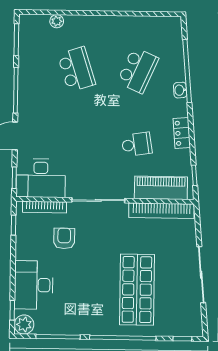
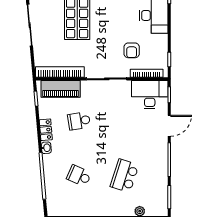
school desk: (76, 69) -> (124, 176), turned 36
school desk: (138, 70) -> (79, 176), width x0.54
washbasin: (180, 90) -> (46, 148), moved

